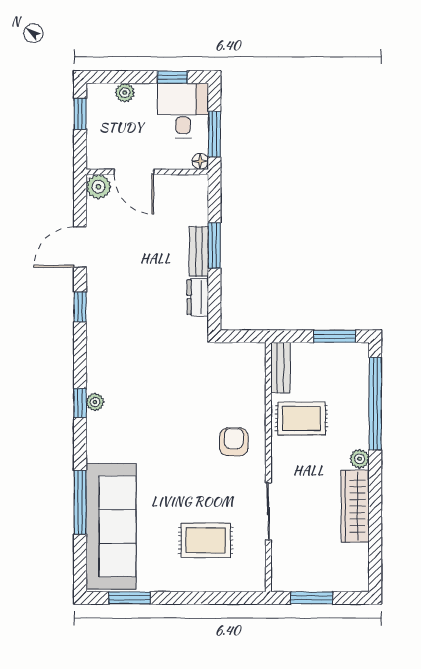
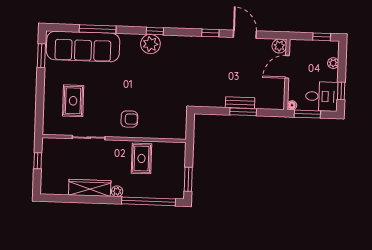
dresser: (198, 297) -> (214, 101), removed
bench: (280, 368) -> (171, 147), removed
plant: (95, 402) -> (150, 44), width x1.87, depth x1.87
window: (312, 598) -> (38, 161), width x0.67

